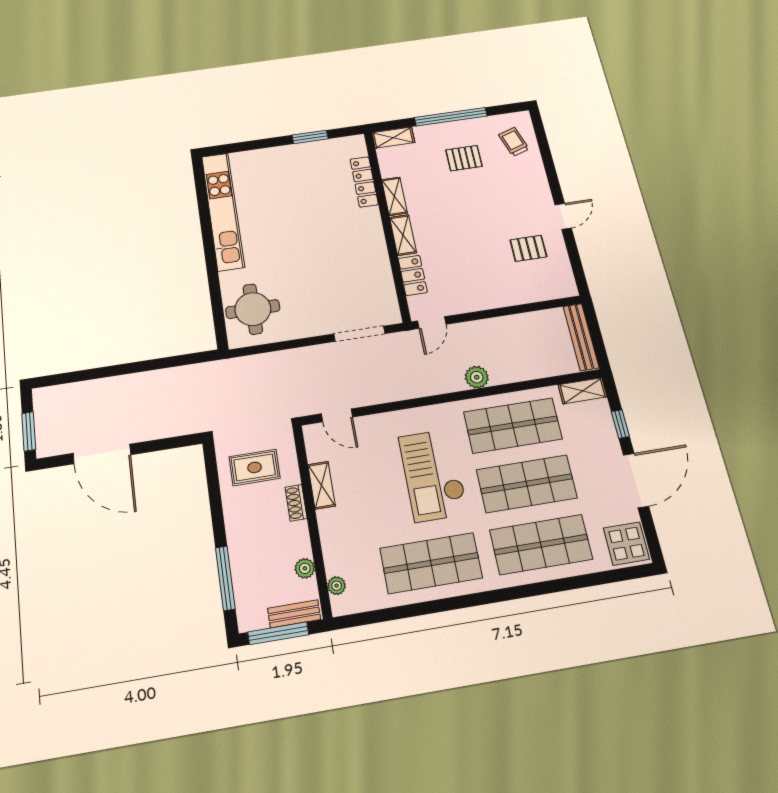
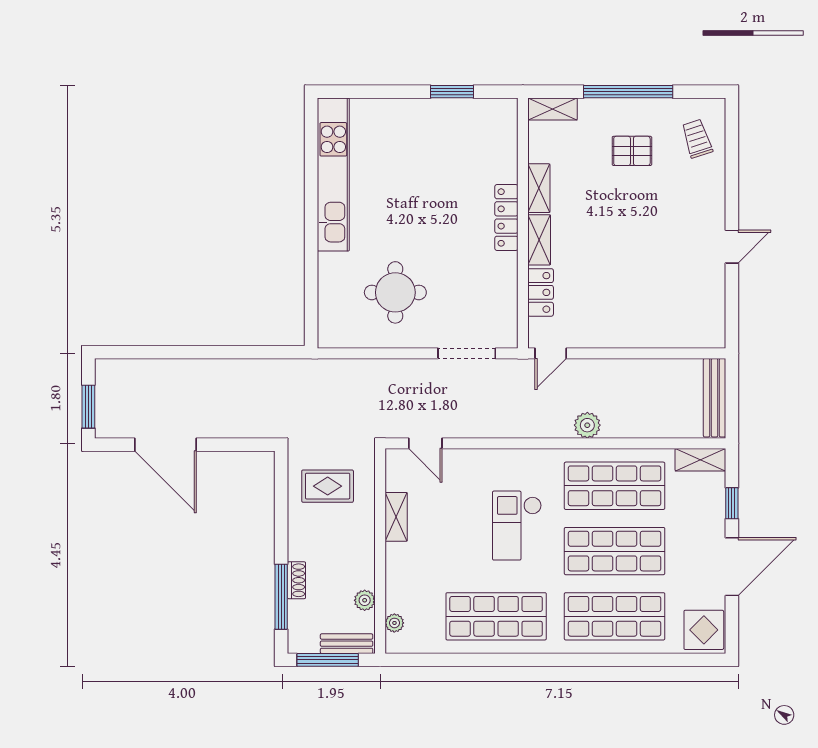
locker: (364, 182) -> (506, 217), moved
pallet: (528, 248) -> (681, 281), removed
round table: (253, 309) -> (395, 292), moved
checkout: (433, 475) -> (517, 526), width x0.73, depth x0.83
shoe rack: (296, 503) -> (296, 580), moved, turned 180

